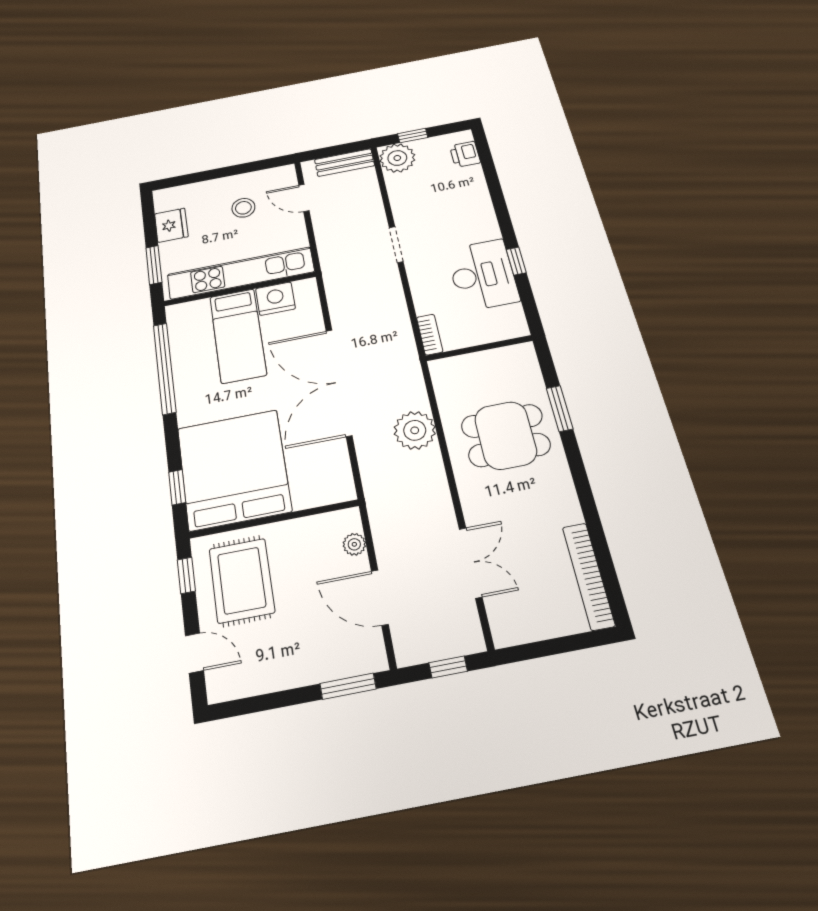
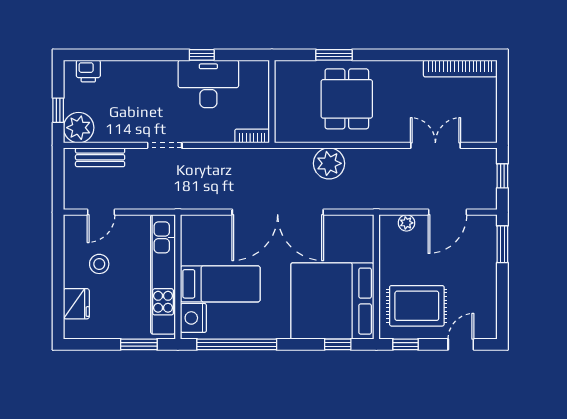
bench: (345, 163) -> (100, 157), moved, turned 90
fridge: (171, 225) -> (76, 304), moved, turned 90
nightstand: (275, 299) -> (193, 318), moved

